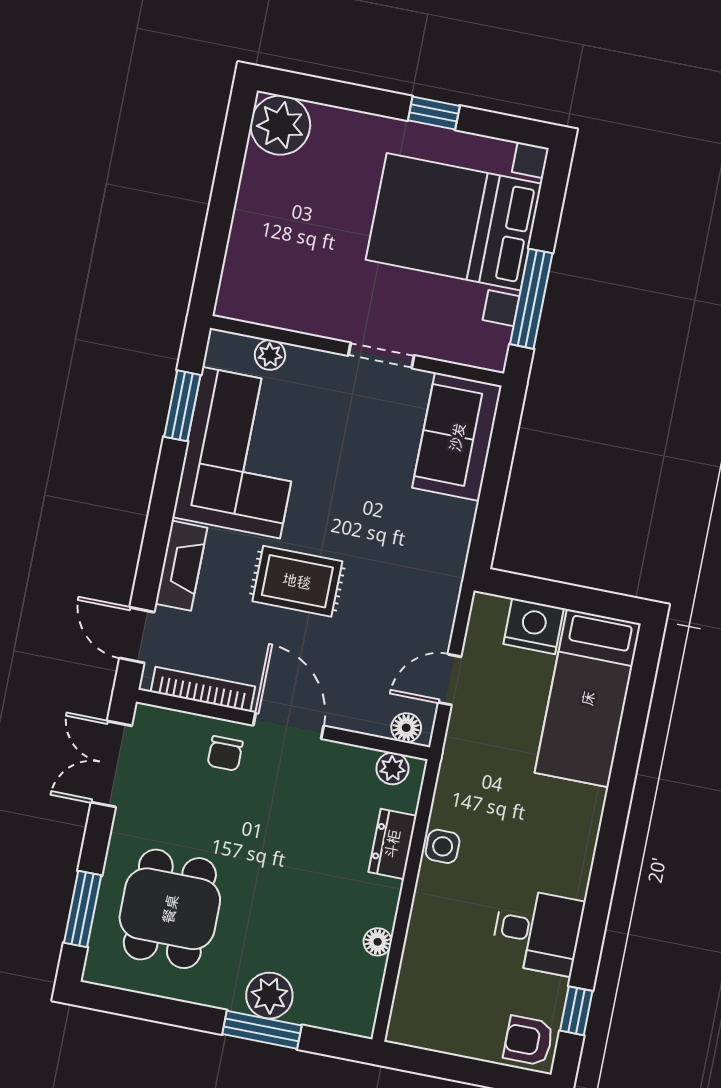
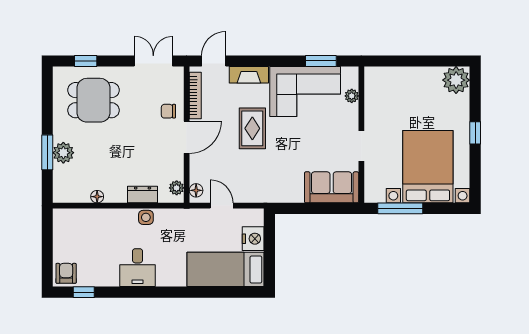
window: (434, 113) -> (475, 133), moved
window: (83, 909) -> (86, 61), width x0.67
desk: (537, 931) -> (138, 268), moved

